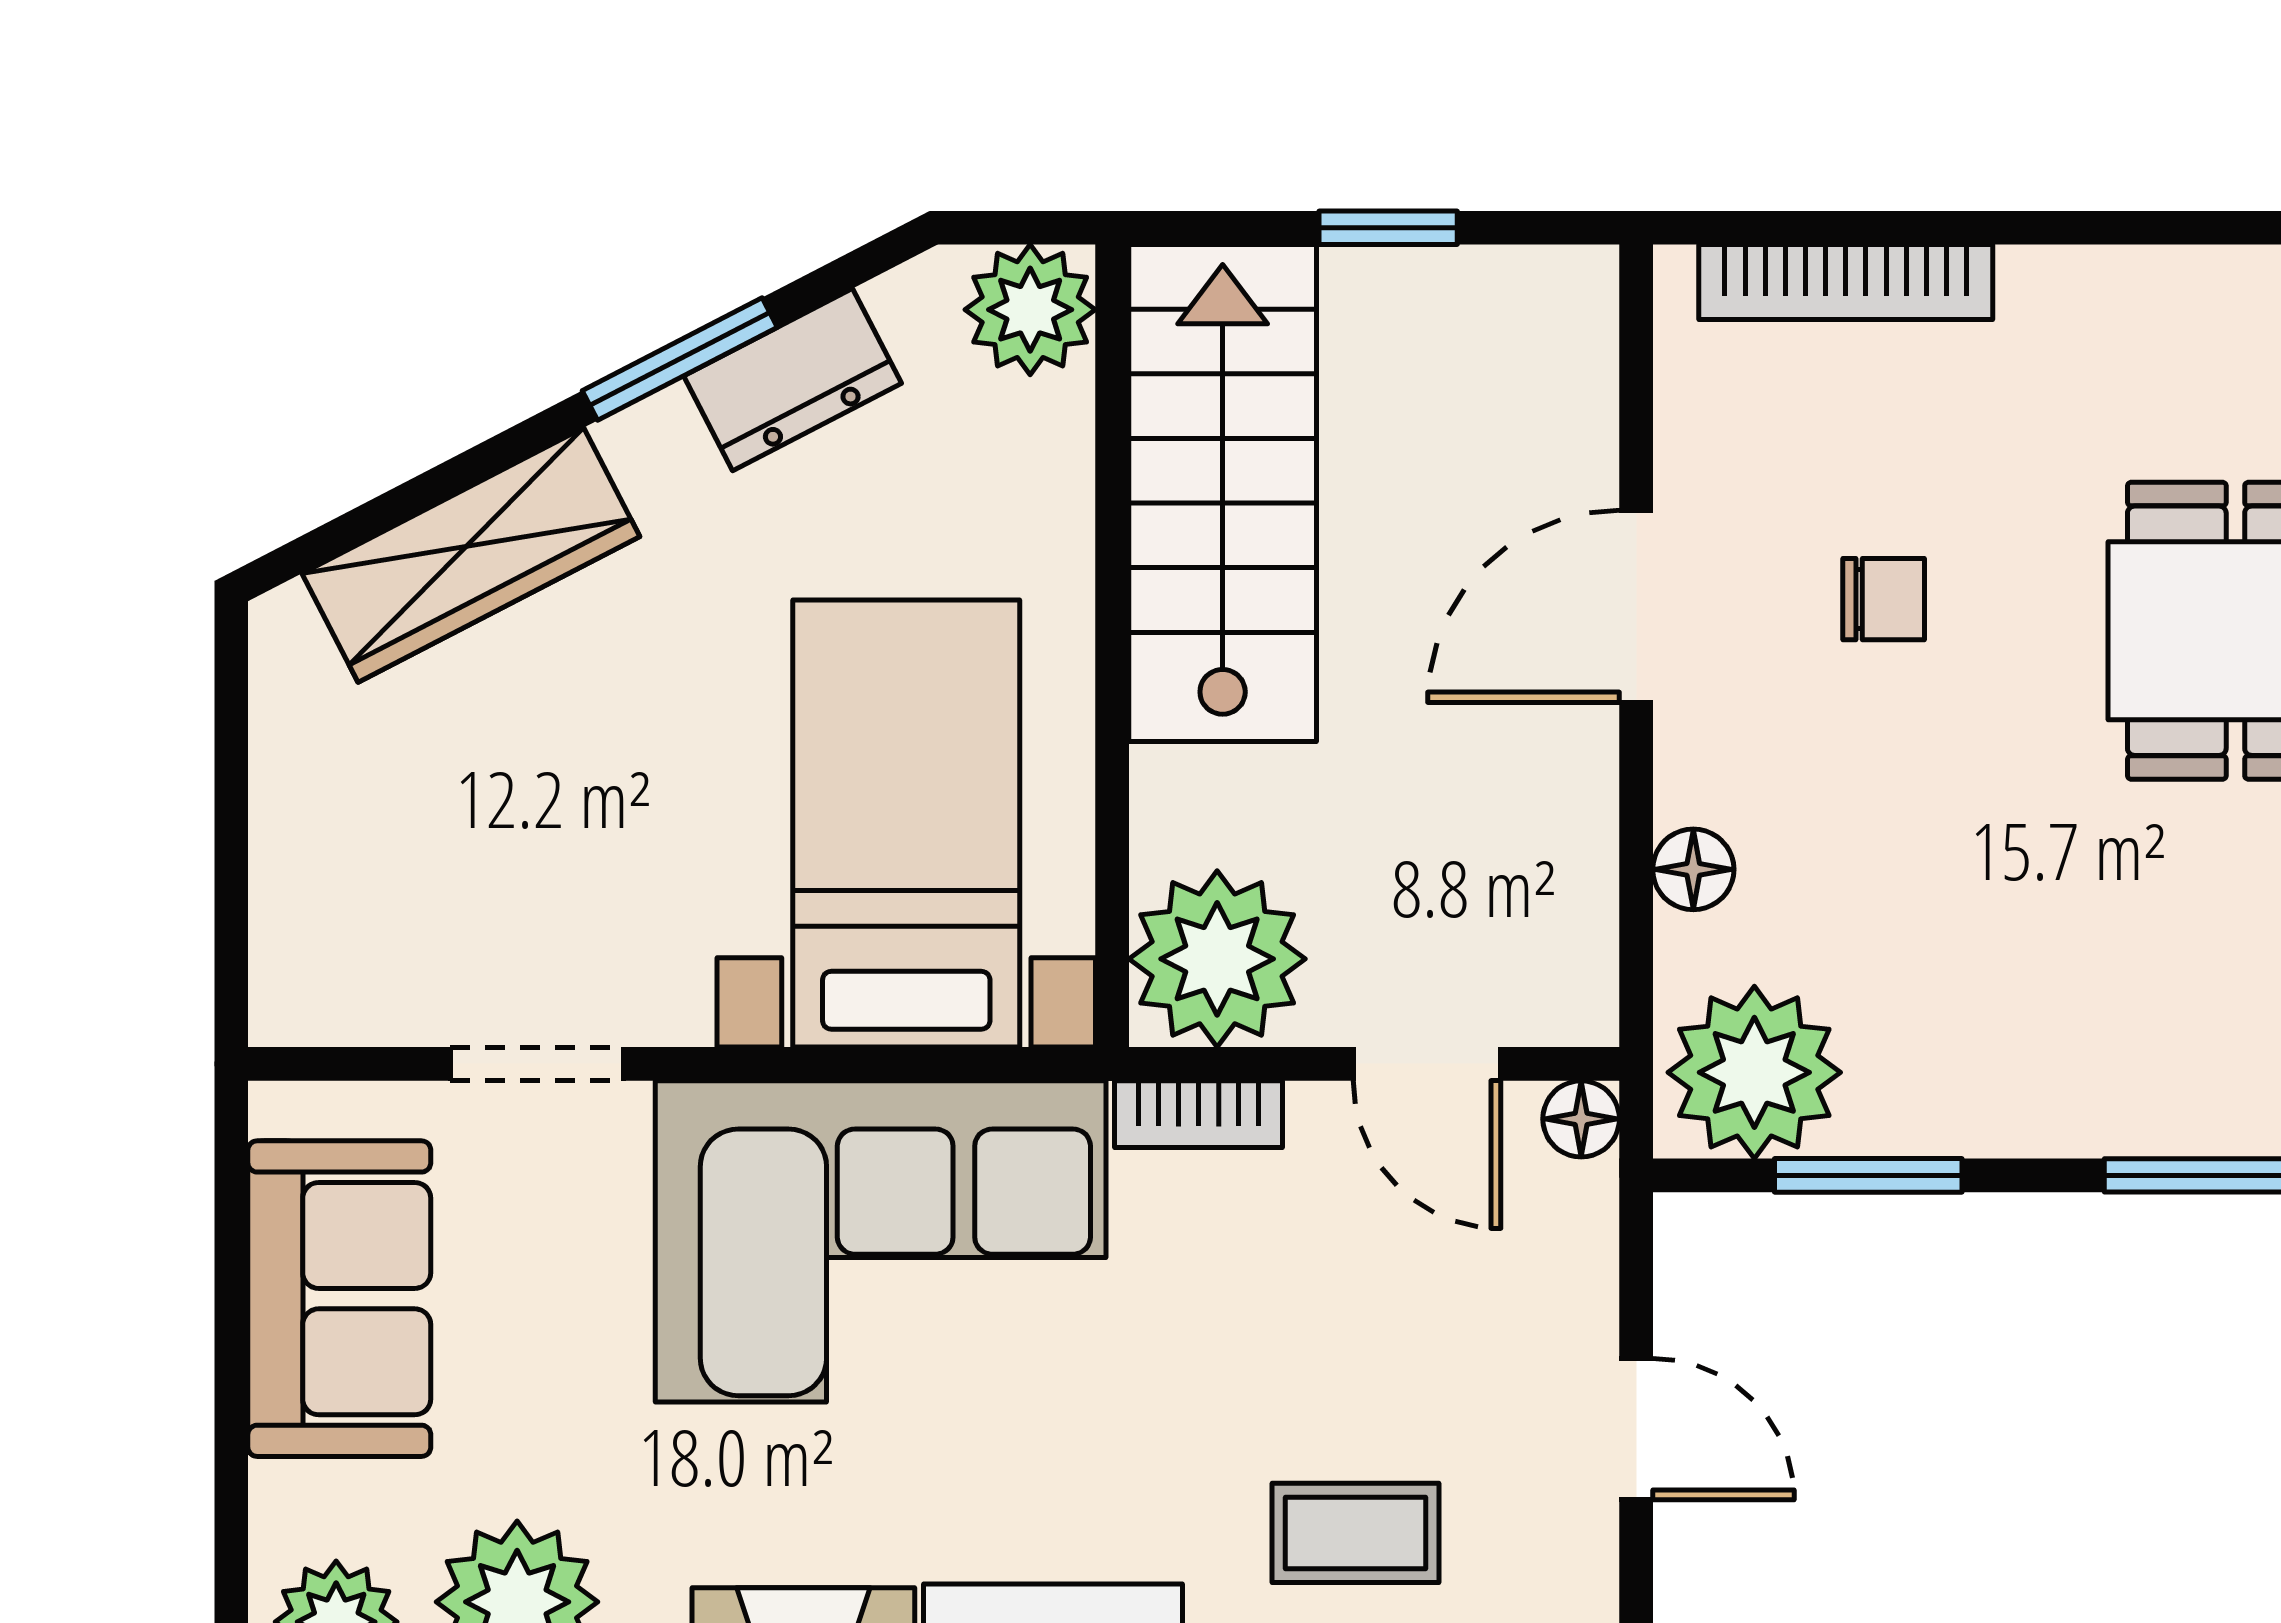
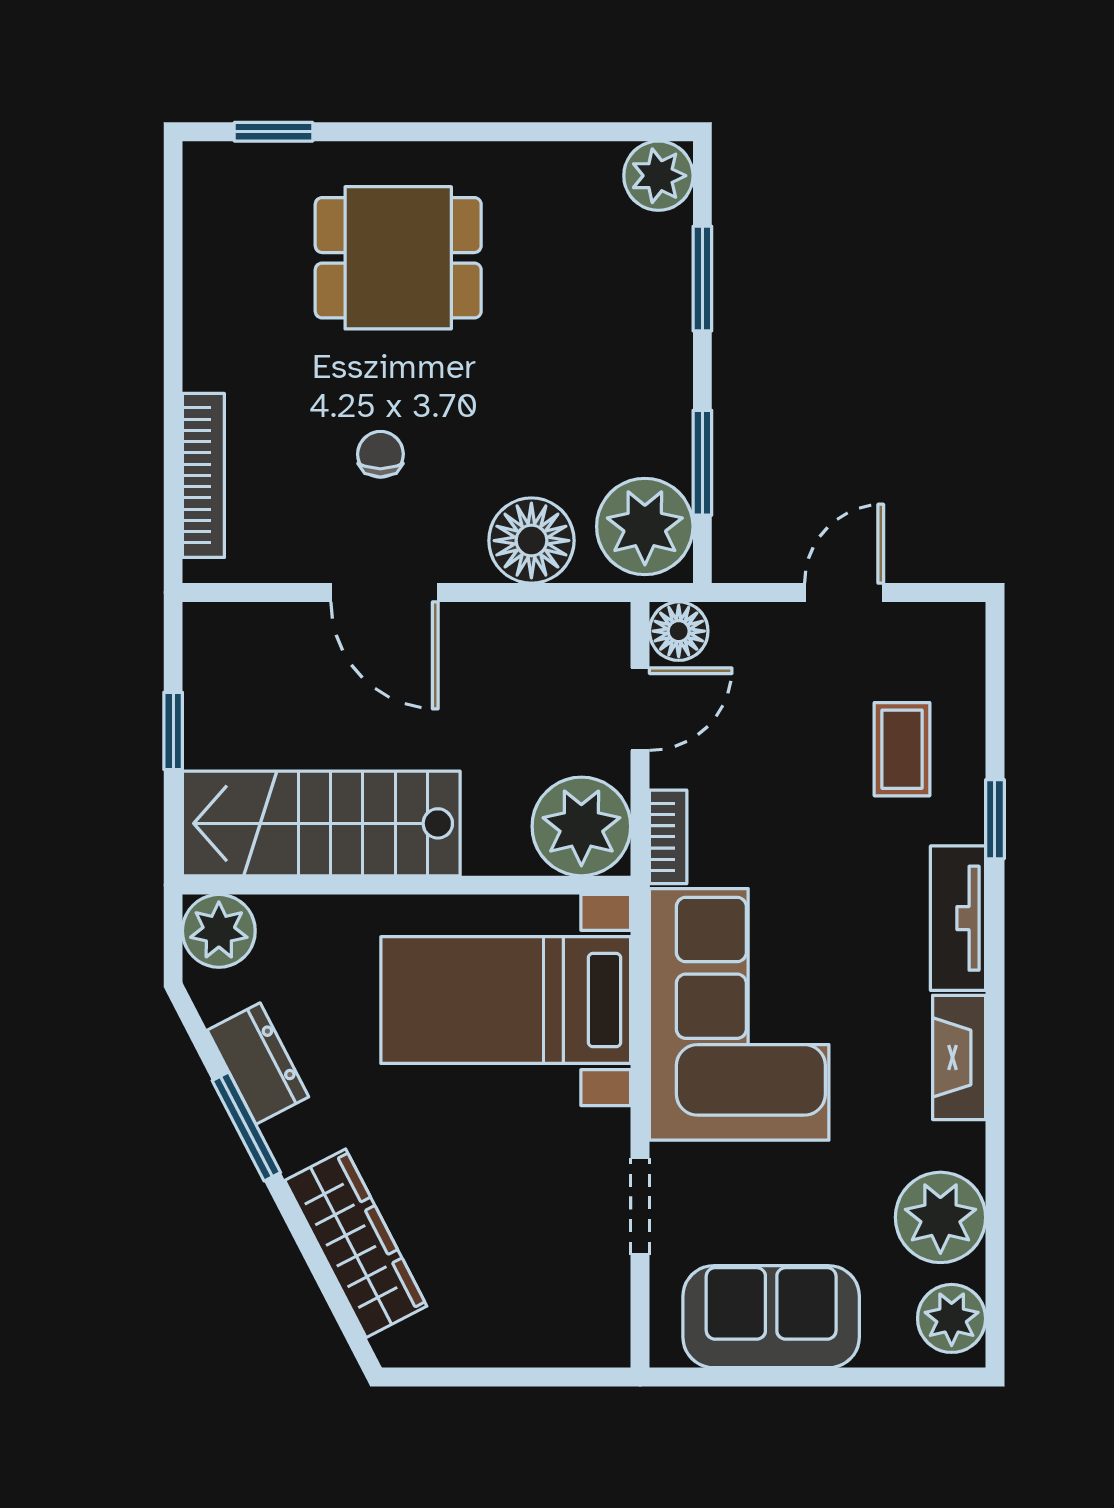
floor lamp: (1693, 869) -> (531, 541), width x1.89, depth x1.89
floor lamp: (1581, 1119) -> (679, 631), width x1.37, depth x1.37

